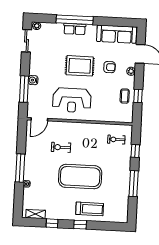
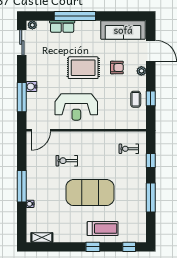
row of seats: (75, 29) -> (62, 26), moved
window: (52, 223) -> (129, 247), moved

